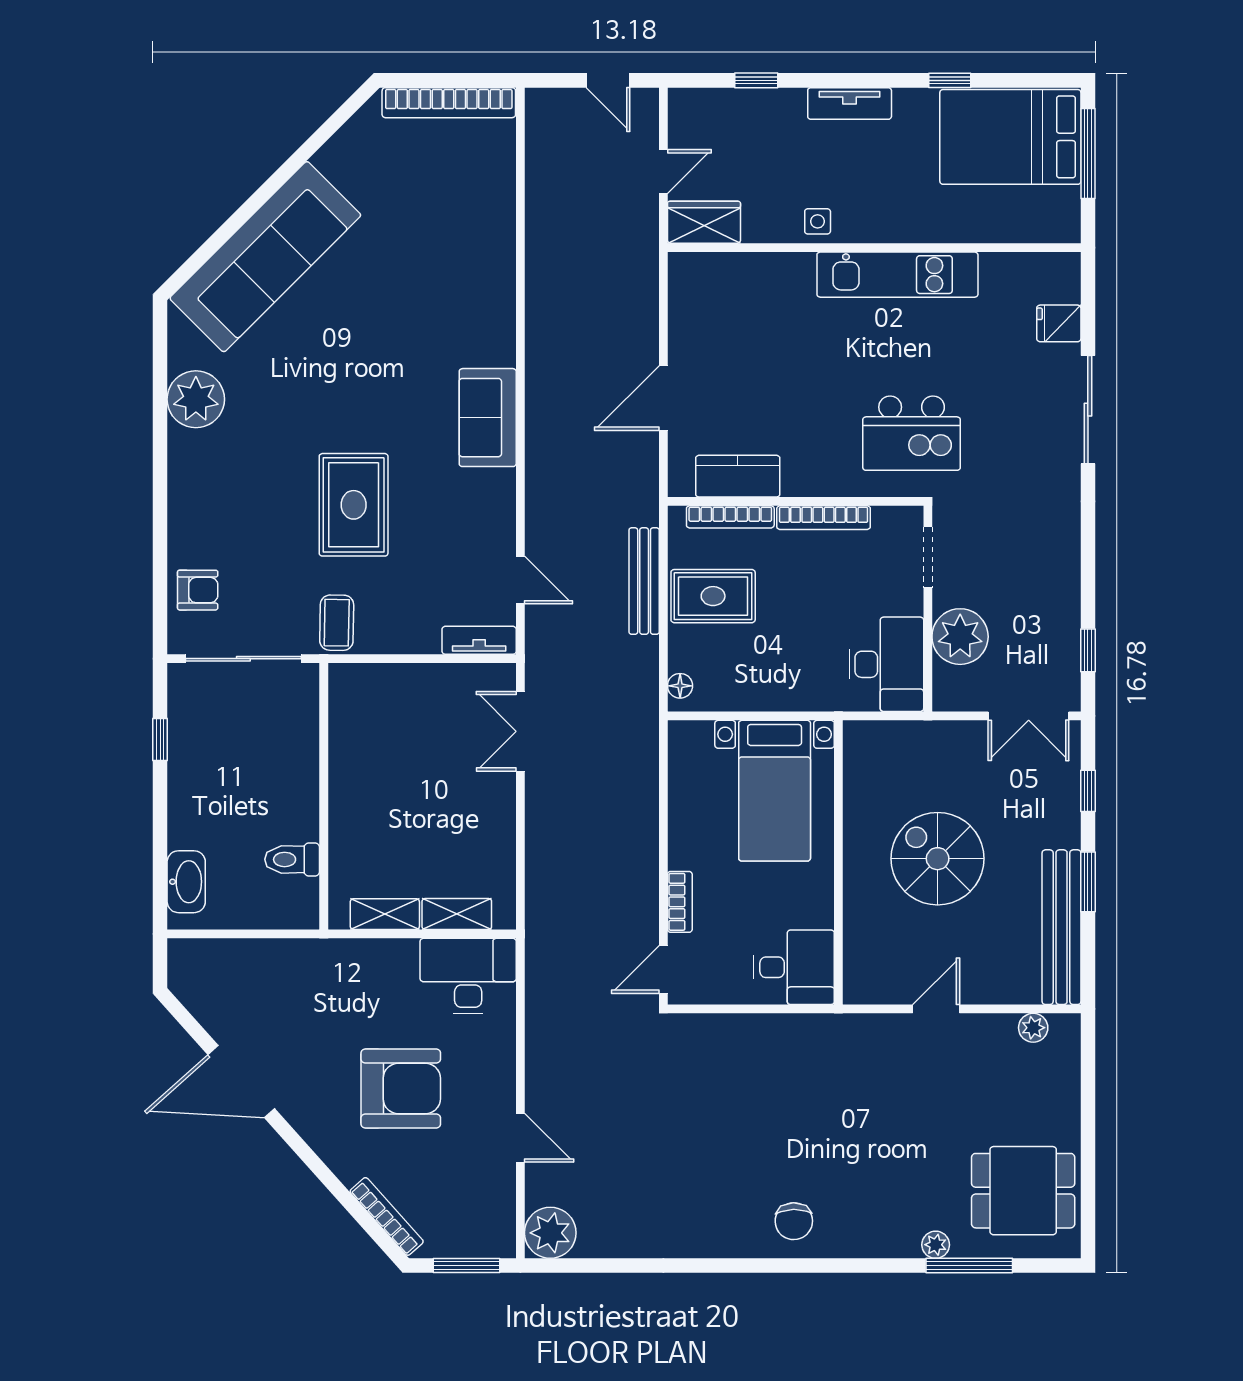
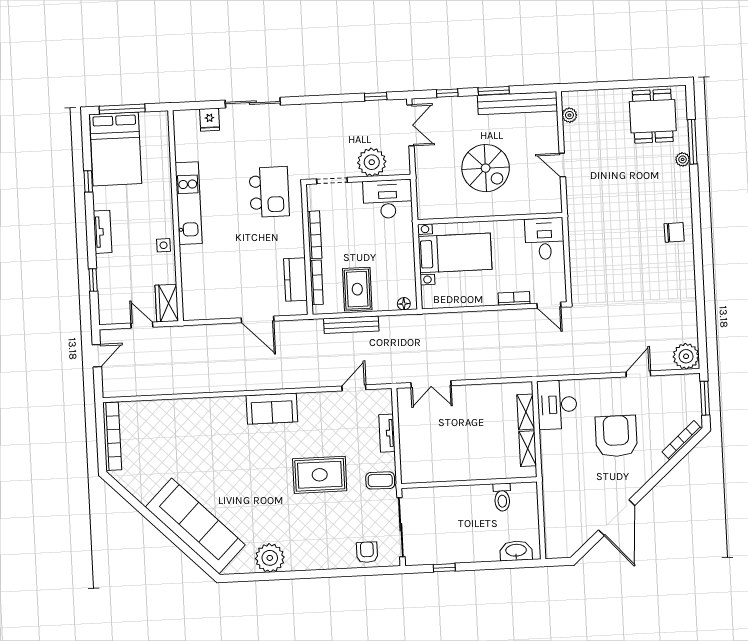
tv unit: (479, 640) -> (387, 433), moved
spiral stairs: (938, 859) -> (486, 168), turned -90

